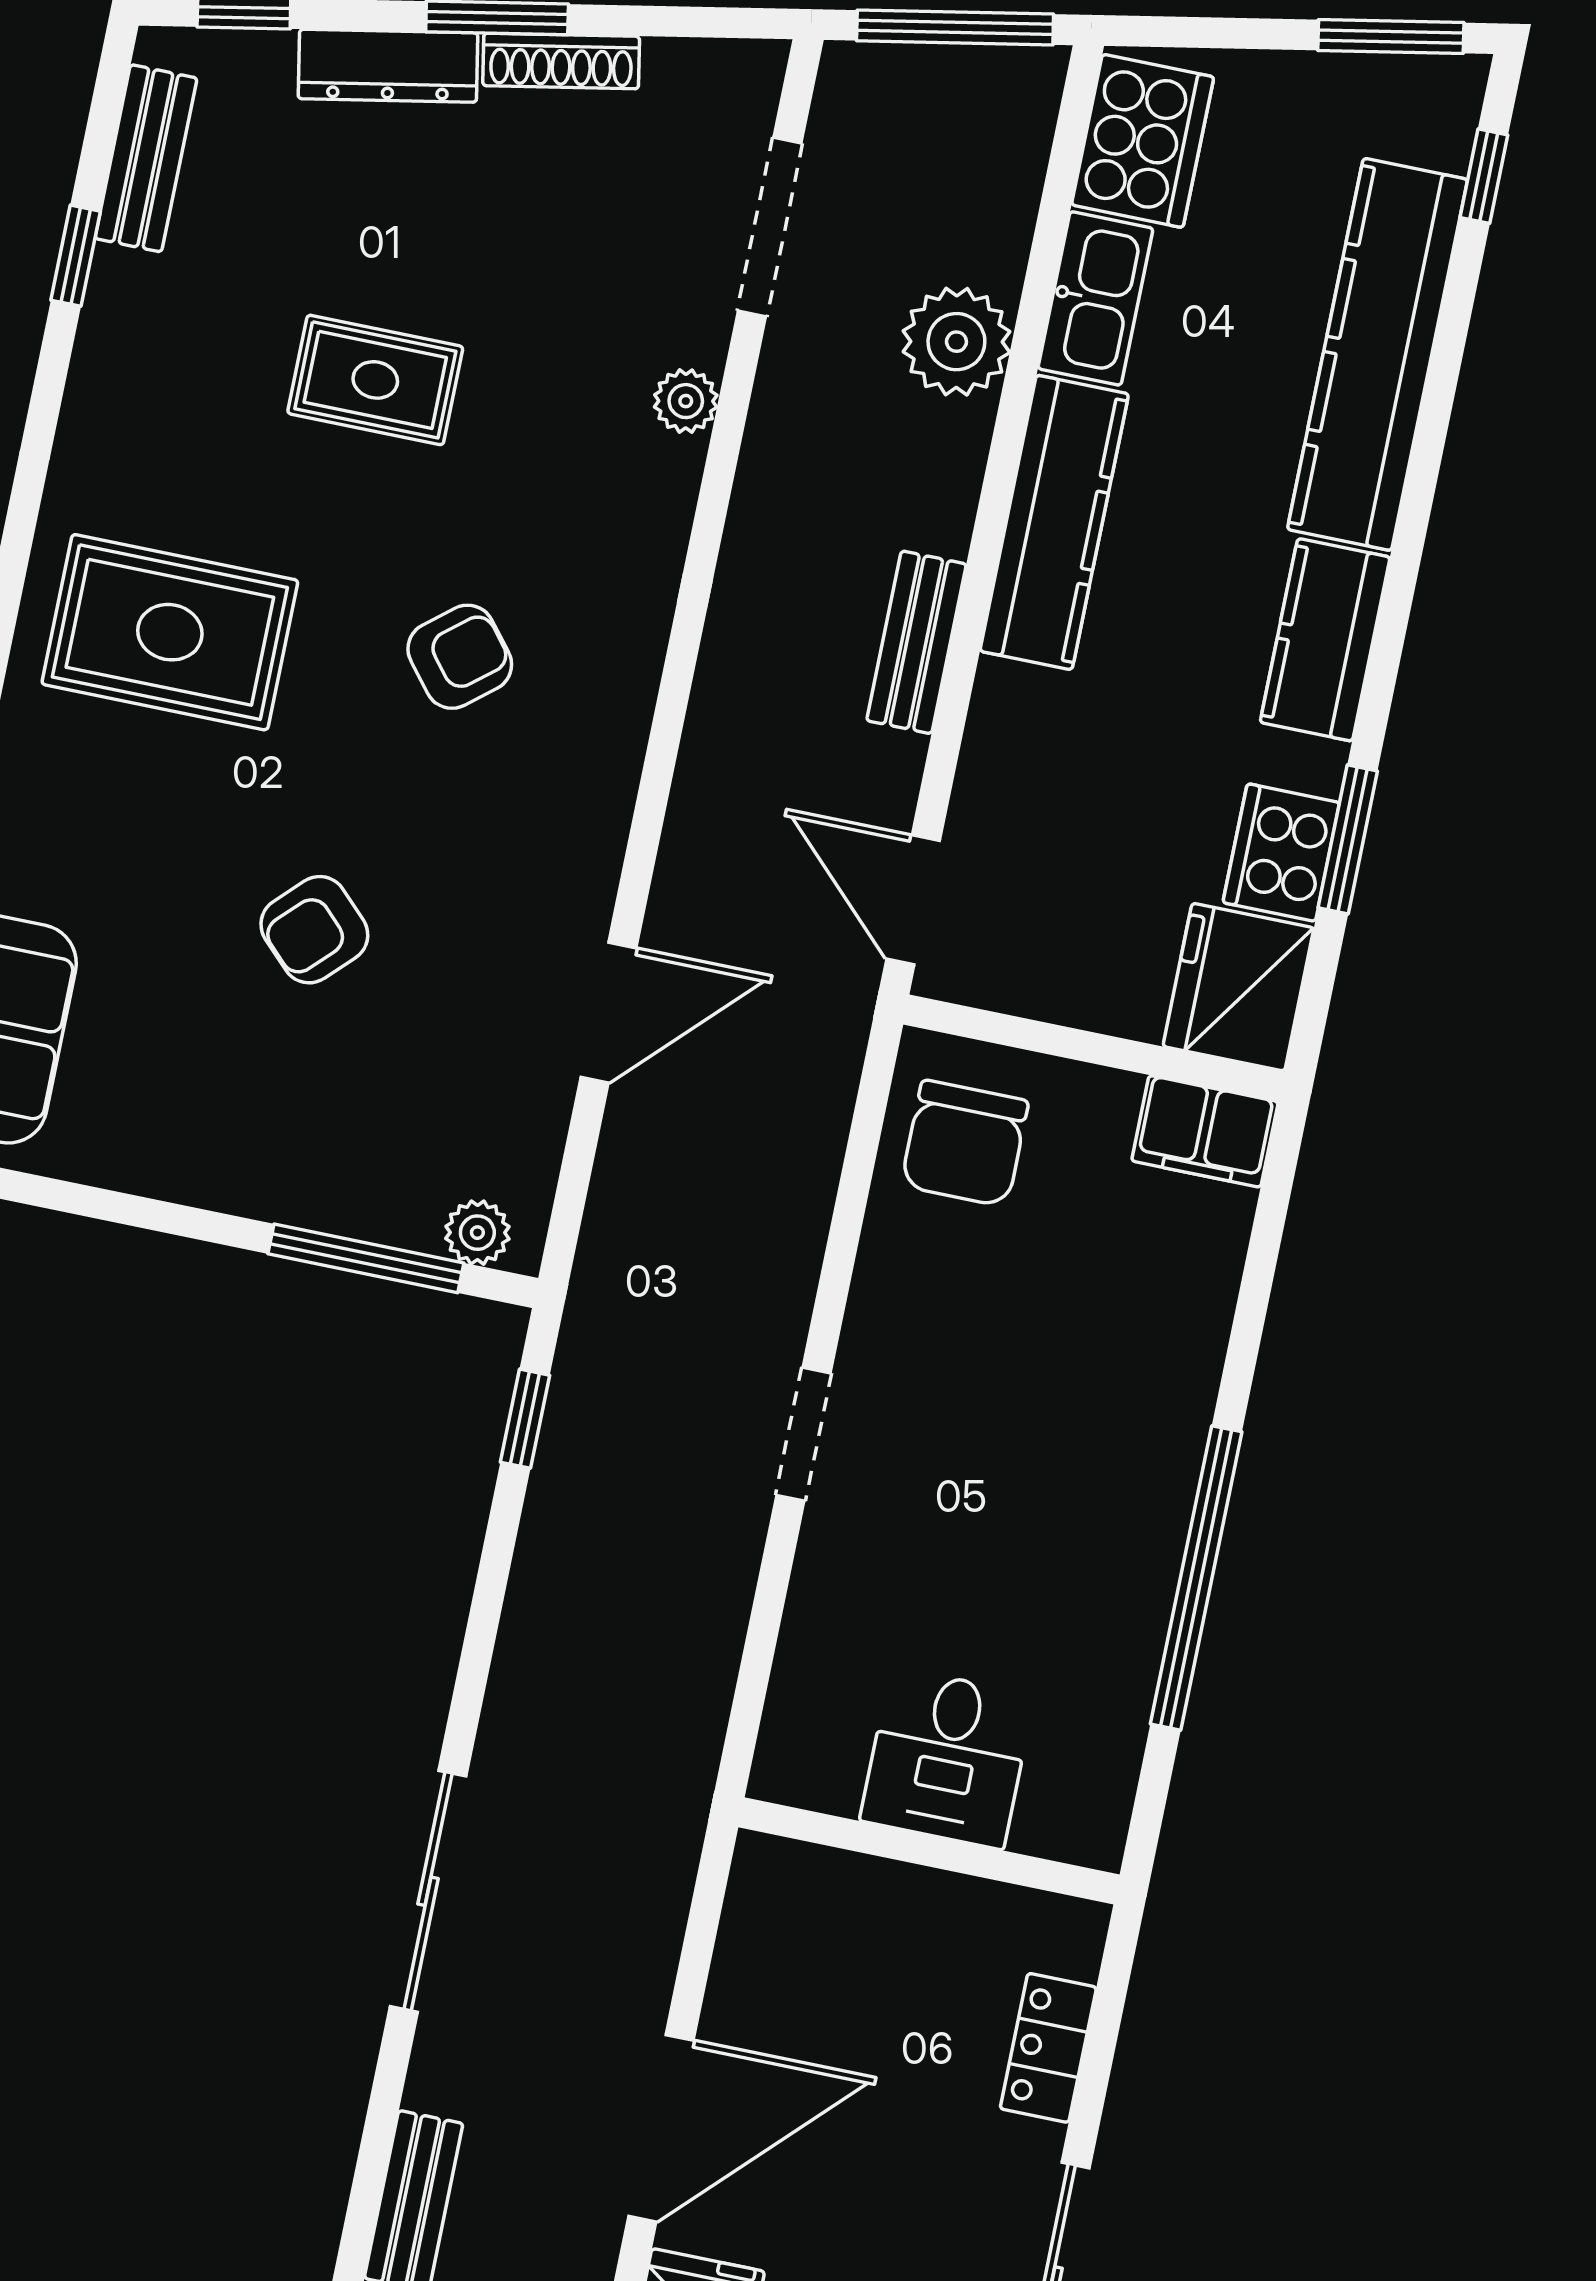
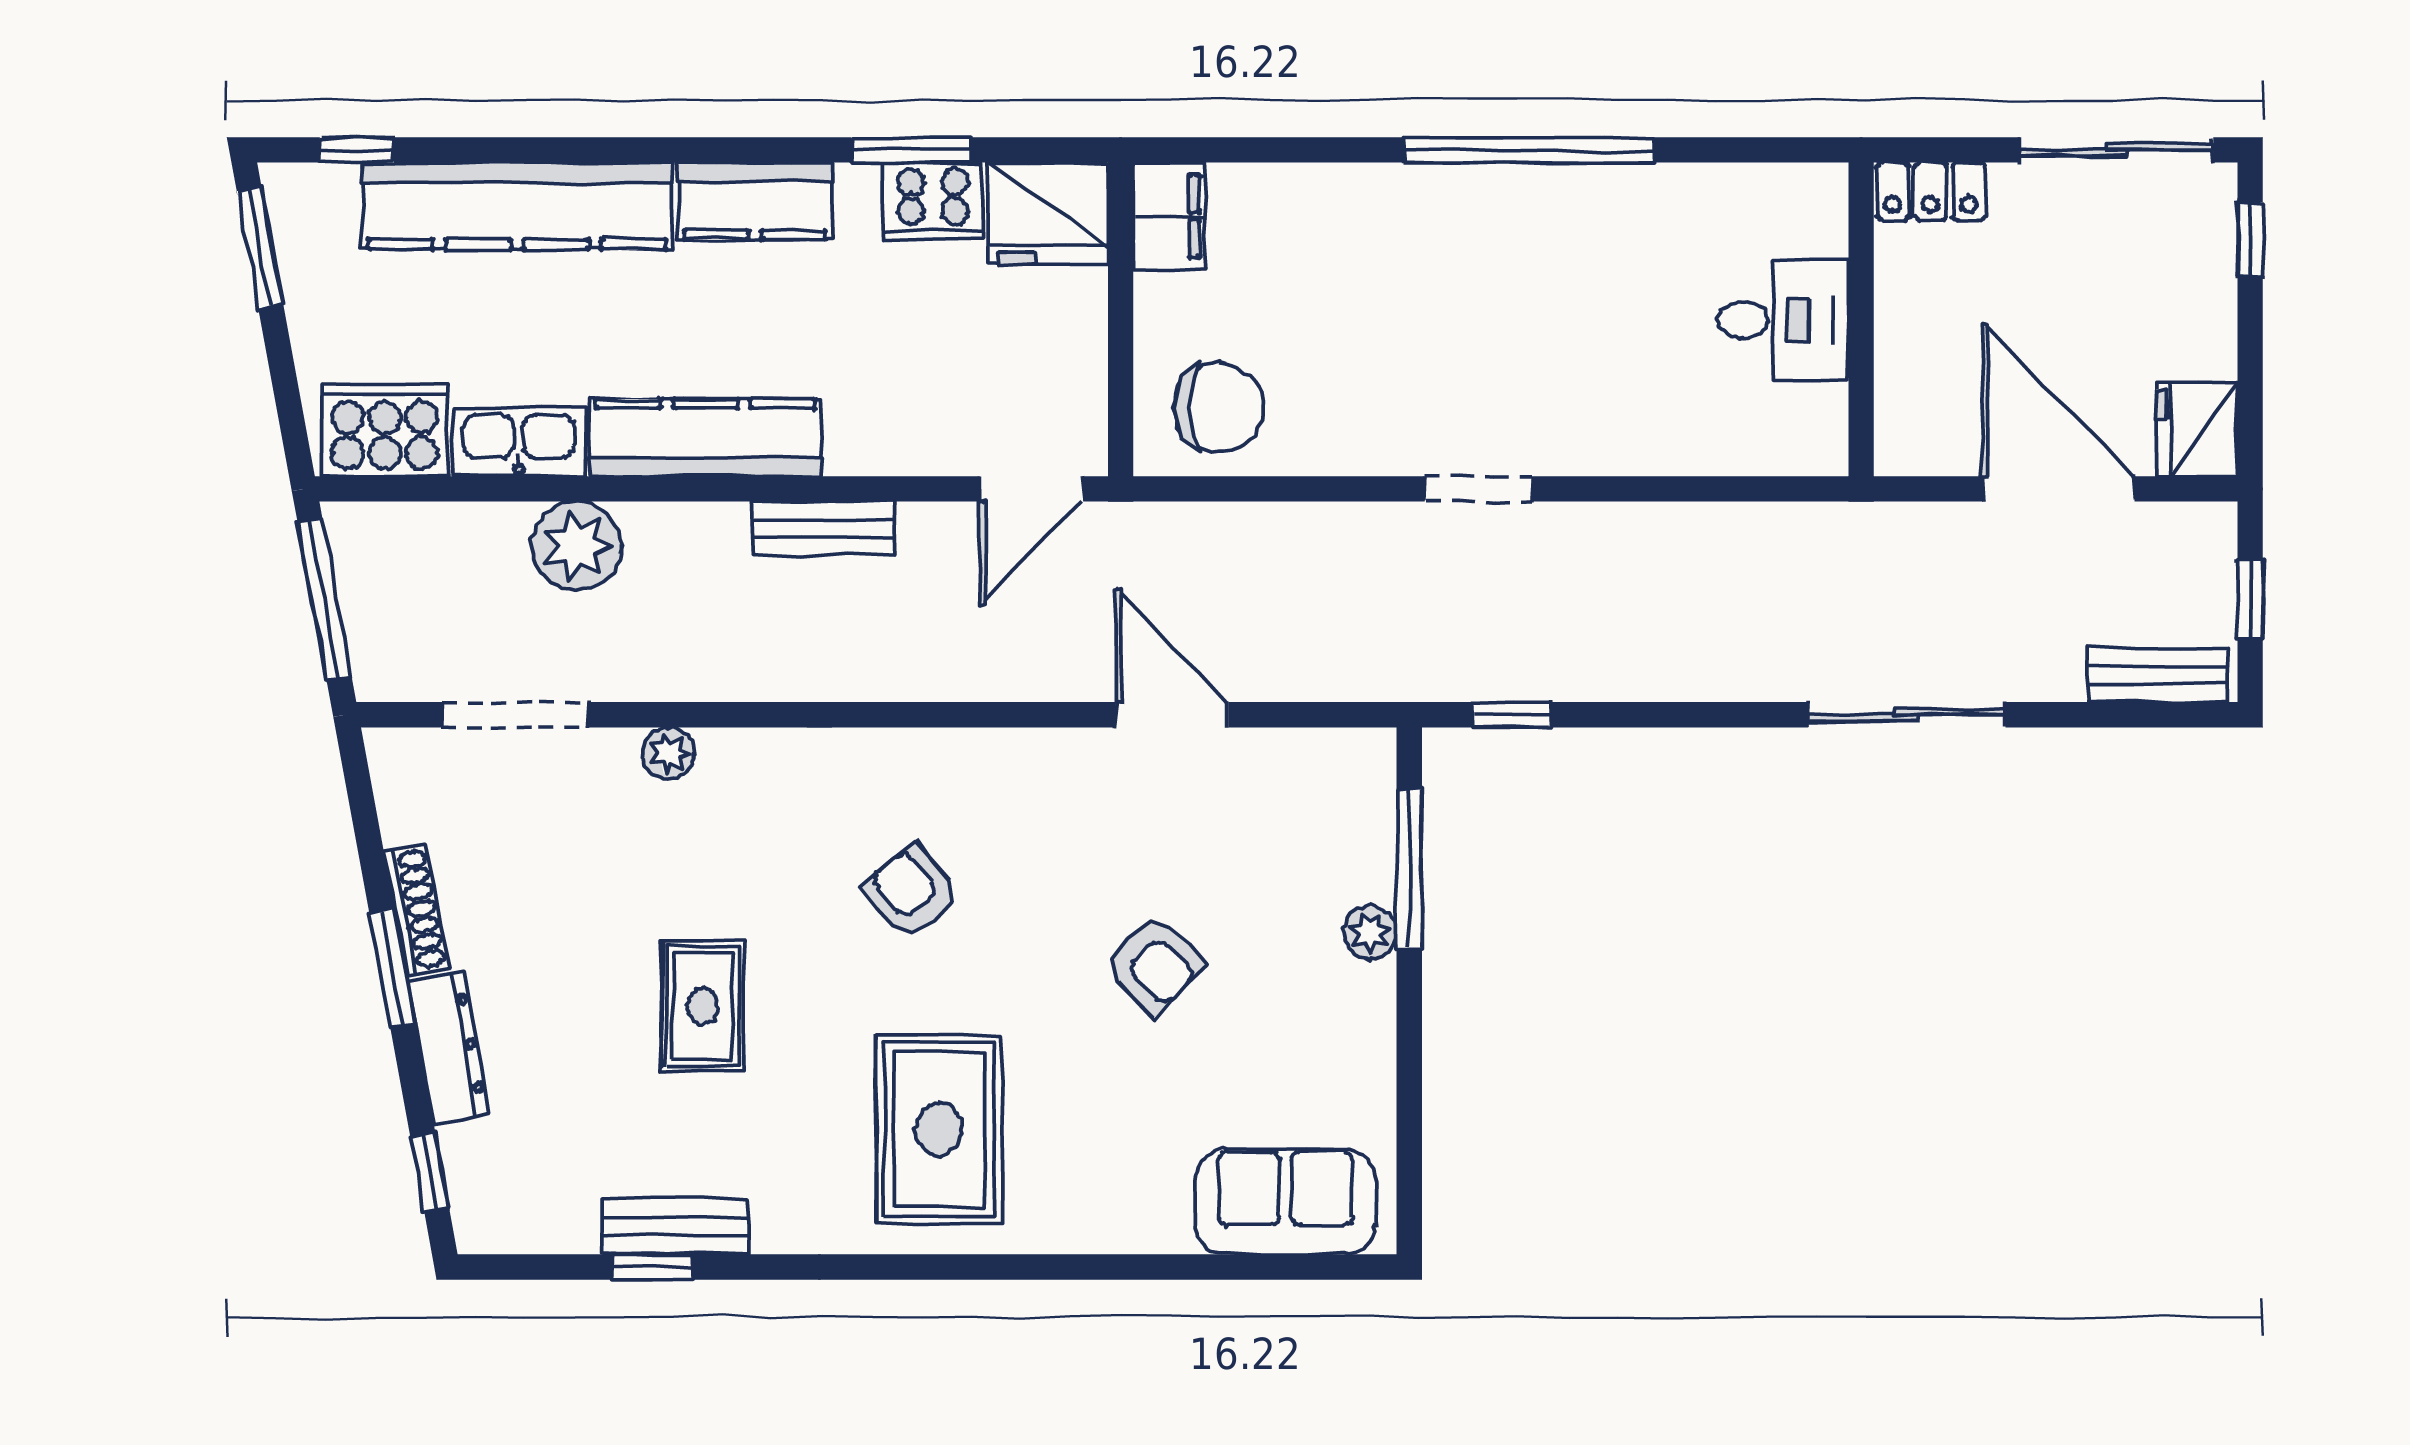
bench: (146, 158) -> (675, 1227), moved
plant: (477, 1233) -> (1370, 933), moved
desk: (947, 1758) -> (1783, 320), moved
wall: (929, 1851) -> (1861, 319), moved

